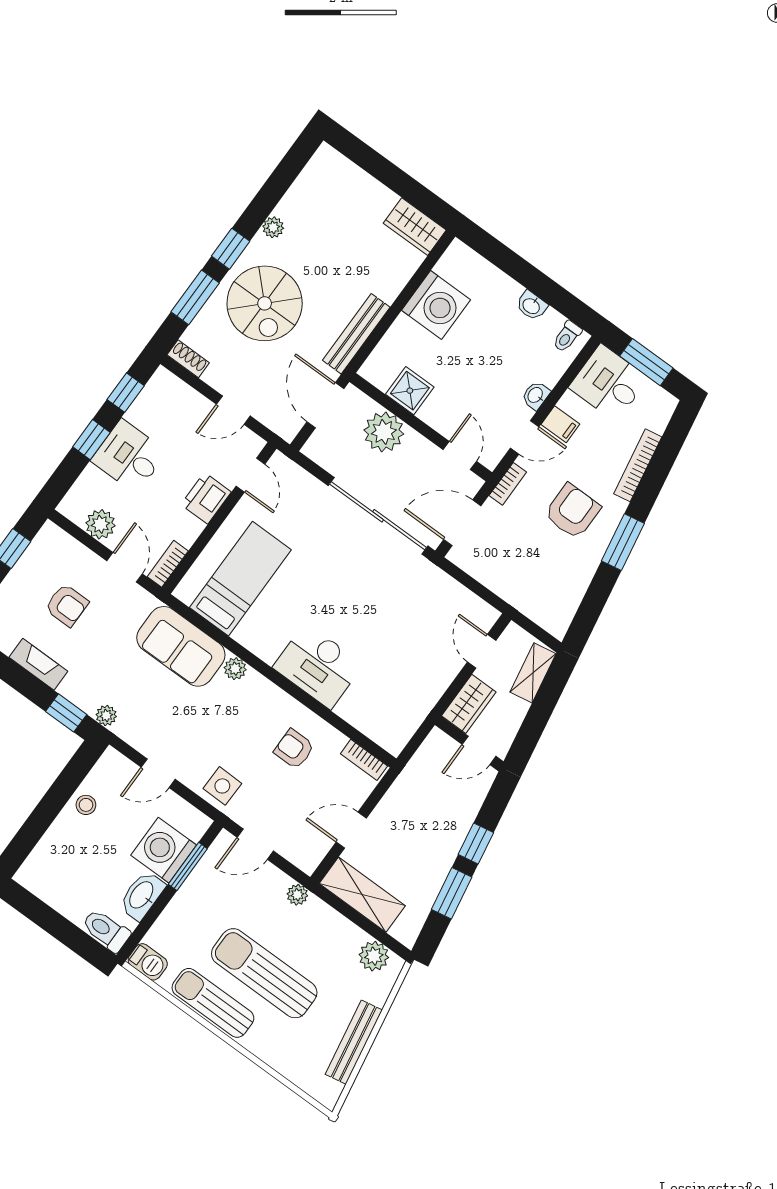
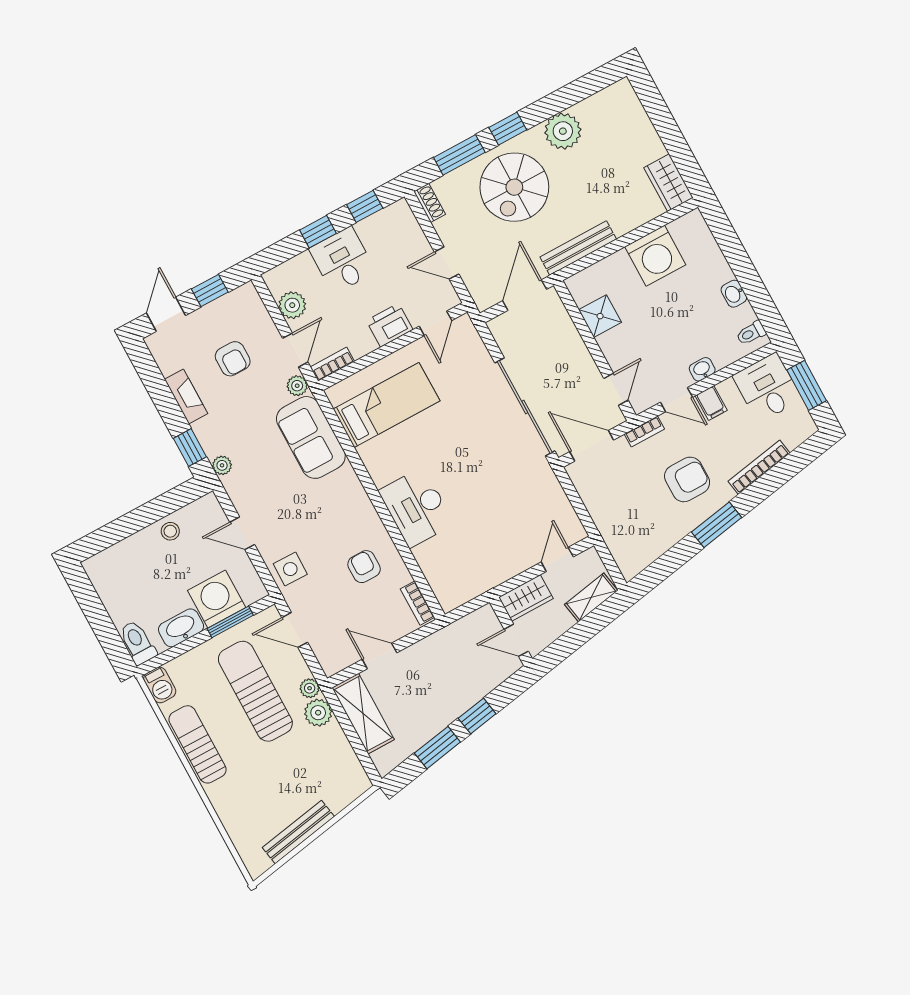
plant: (273, 227) -> (563, 131), width x1.88, depth x1.88
plant: (384, 432) -> (562, 340), removed
plant: (235, 669) -> (297, 386), moved
plant: (374, 956) -> (318, 713), moved
sun lounger: (264, 973) -> (255, 691), moved

